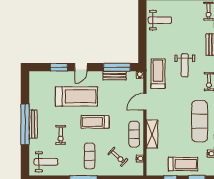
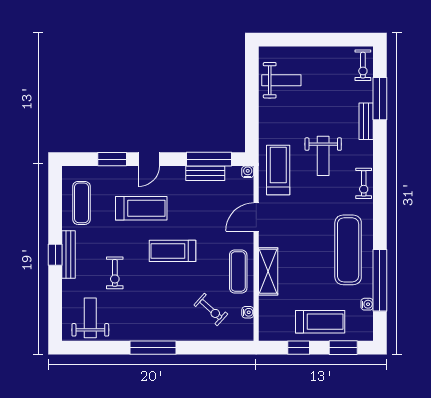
treadmill: (76, 96) -> (141, 208), width x0.73, depth x0.73
window: (25, 124) -> (55, 255), width x0.32
exercise mat: (90, 156) -> (81, 203), moved
weight bench: (46, 162) -> (90, 318), turned -90

